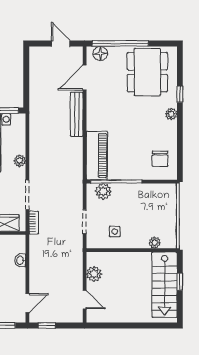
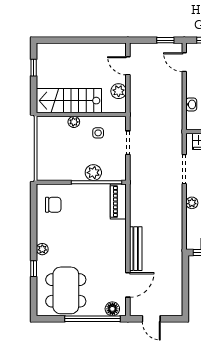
piano: (97, 156) -> (118, 202), width x0.73, depth x0.75
chair: (160, 159) -> (53, 205), turned 90
plant: (103, 191) -> (93, 173), moved
bookcase: (34, 223) -> (178, 142), removed
plant: (155, 243) -> (74, 122), moved
window: (180, 282) -> (34, 68), moved
stairs: (165, 285) -> (69, 101), moved, turned -90
door: (27, 303) -> (184, 62), hinge flipped

